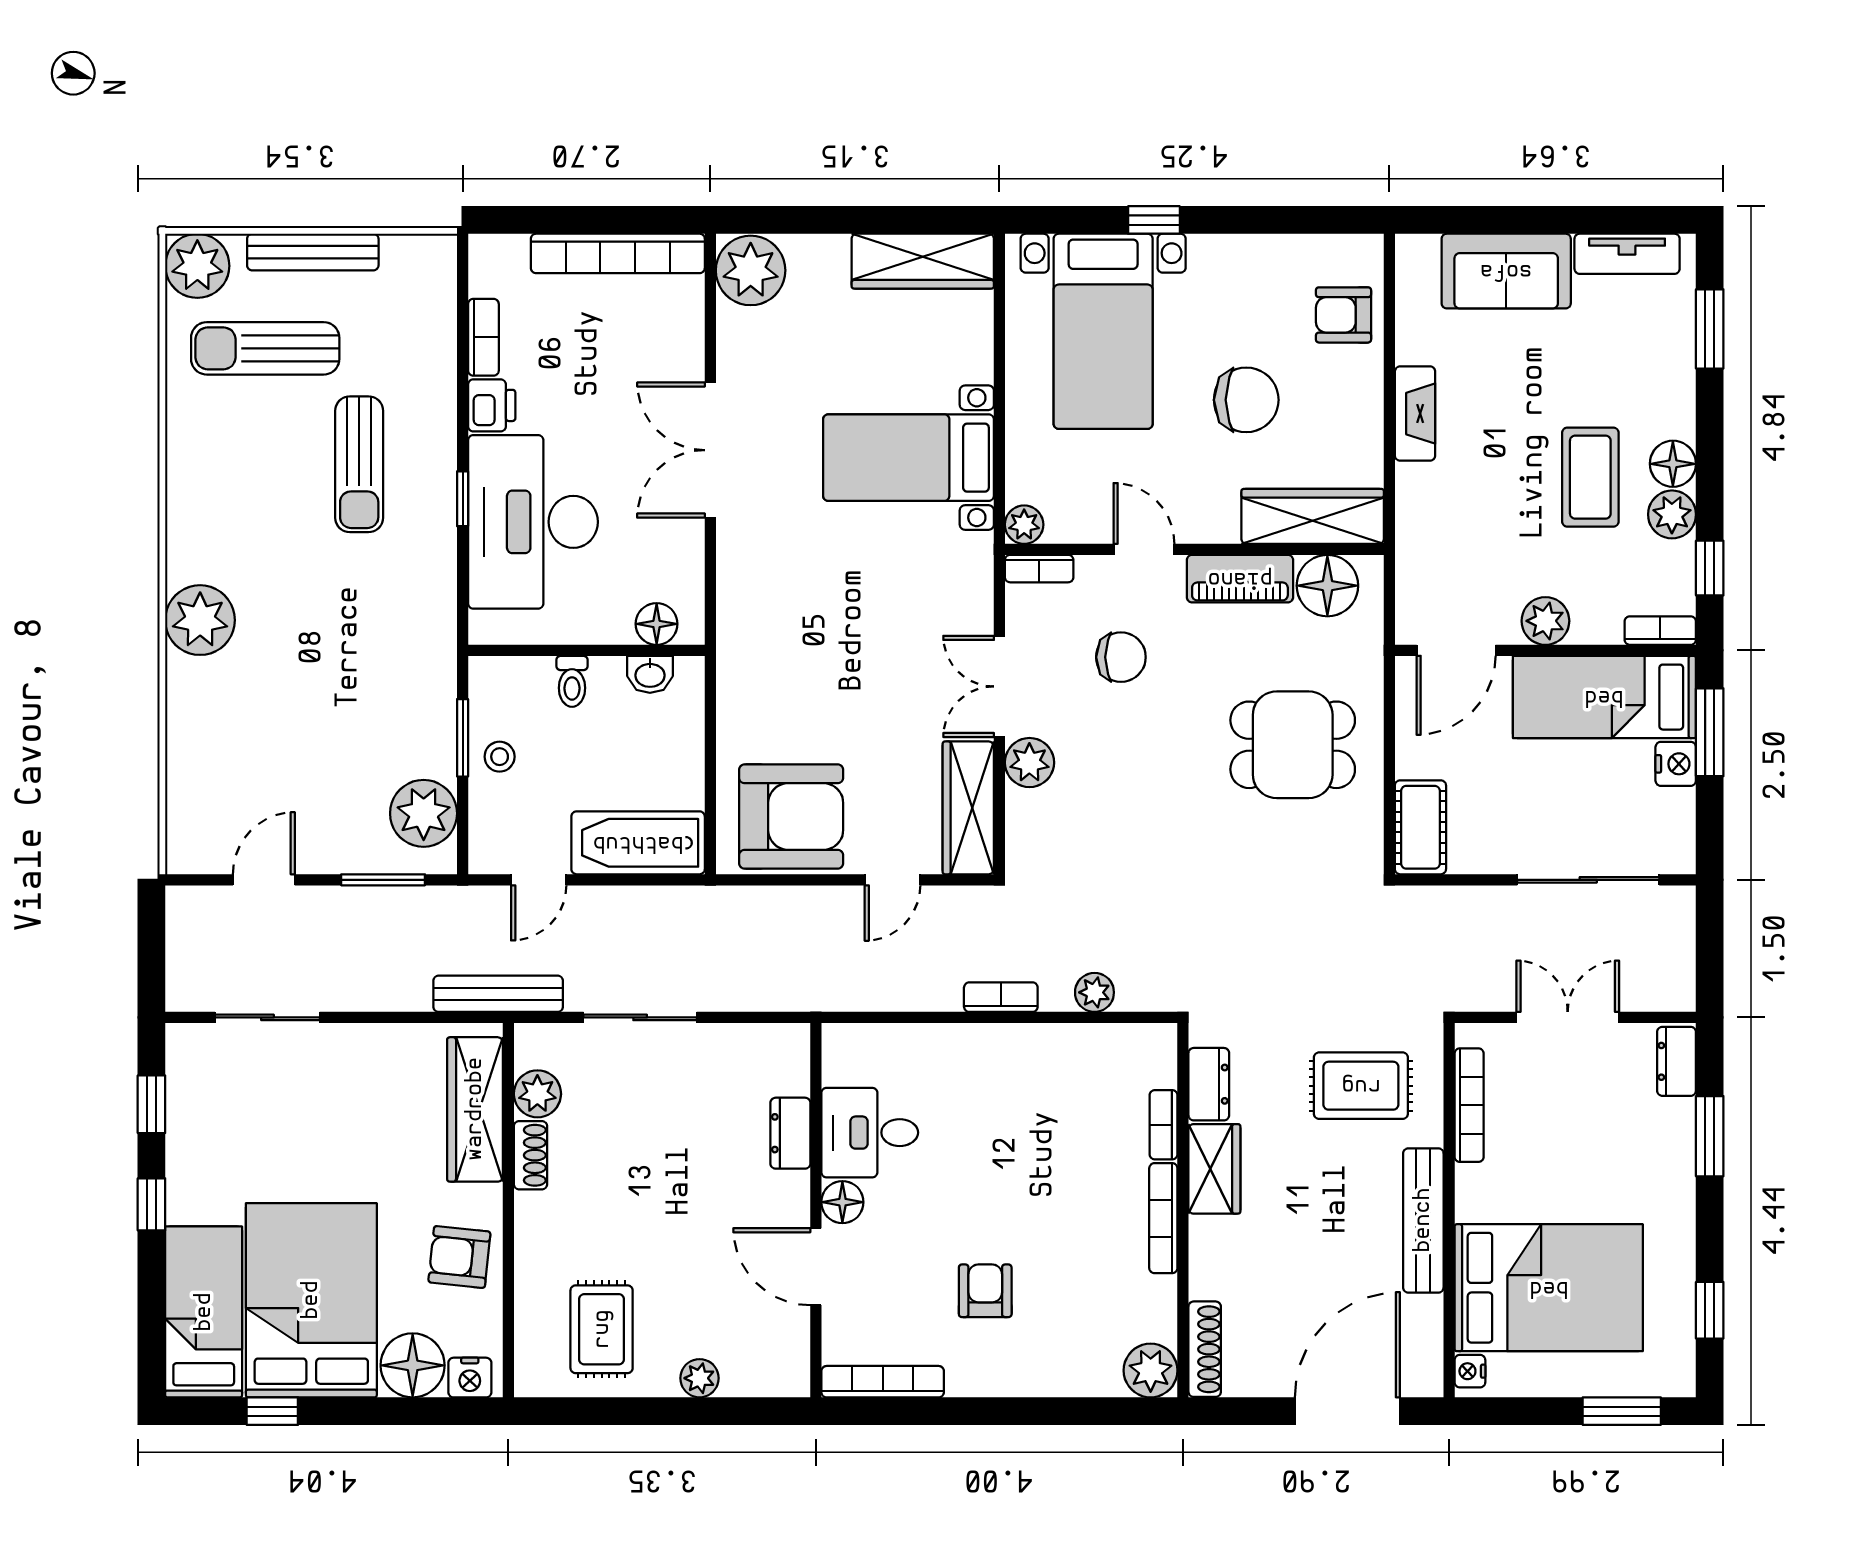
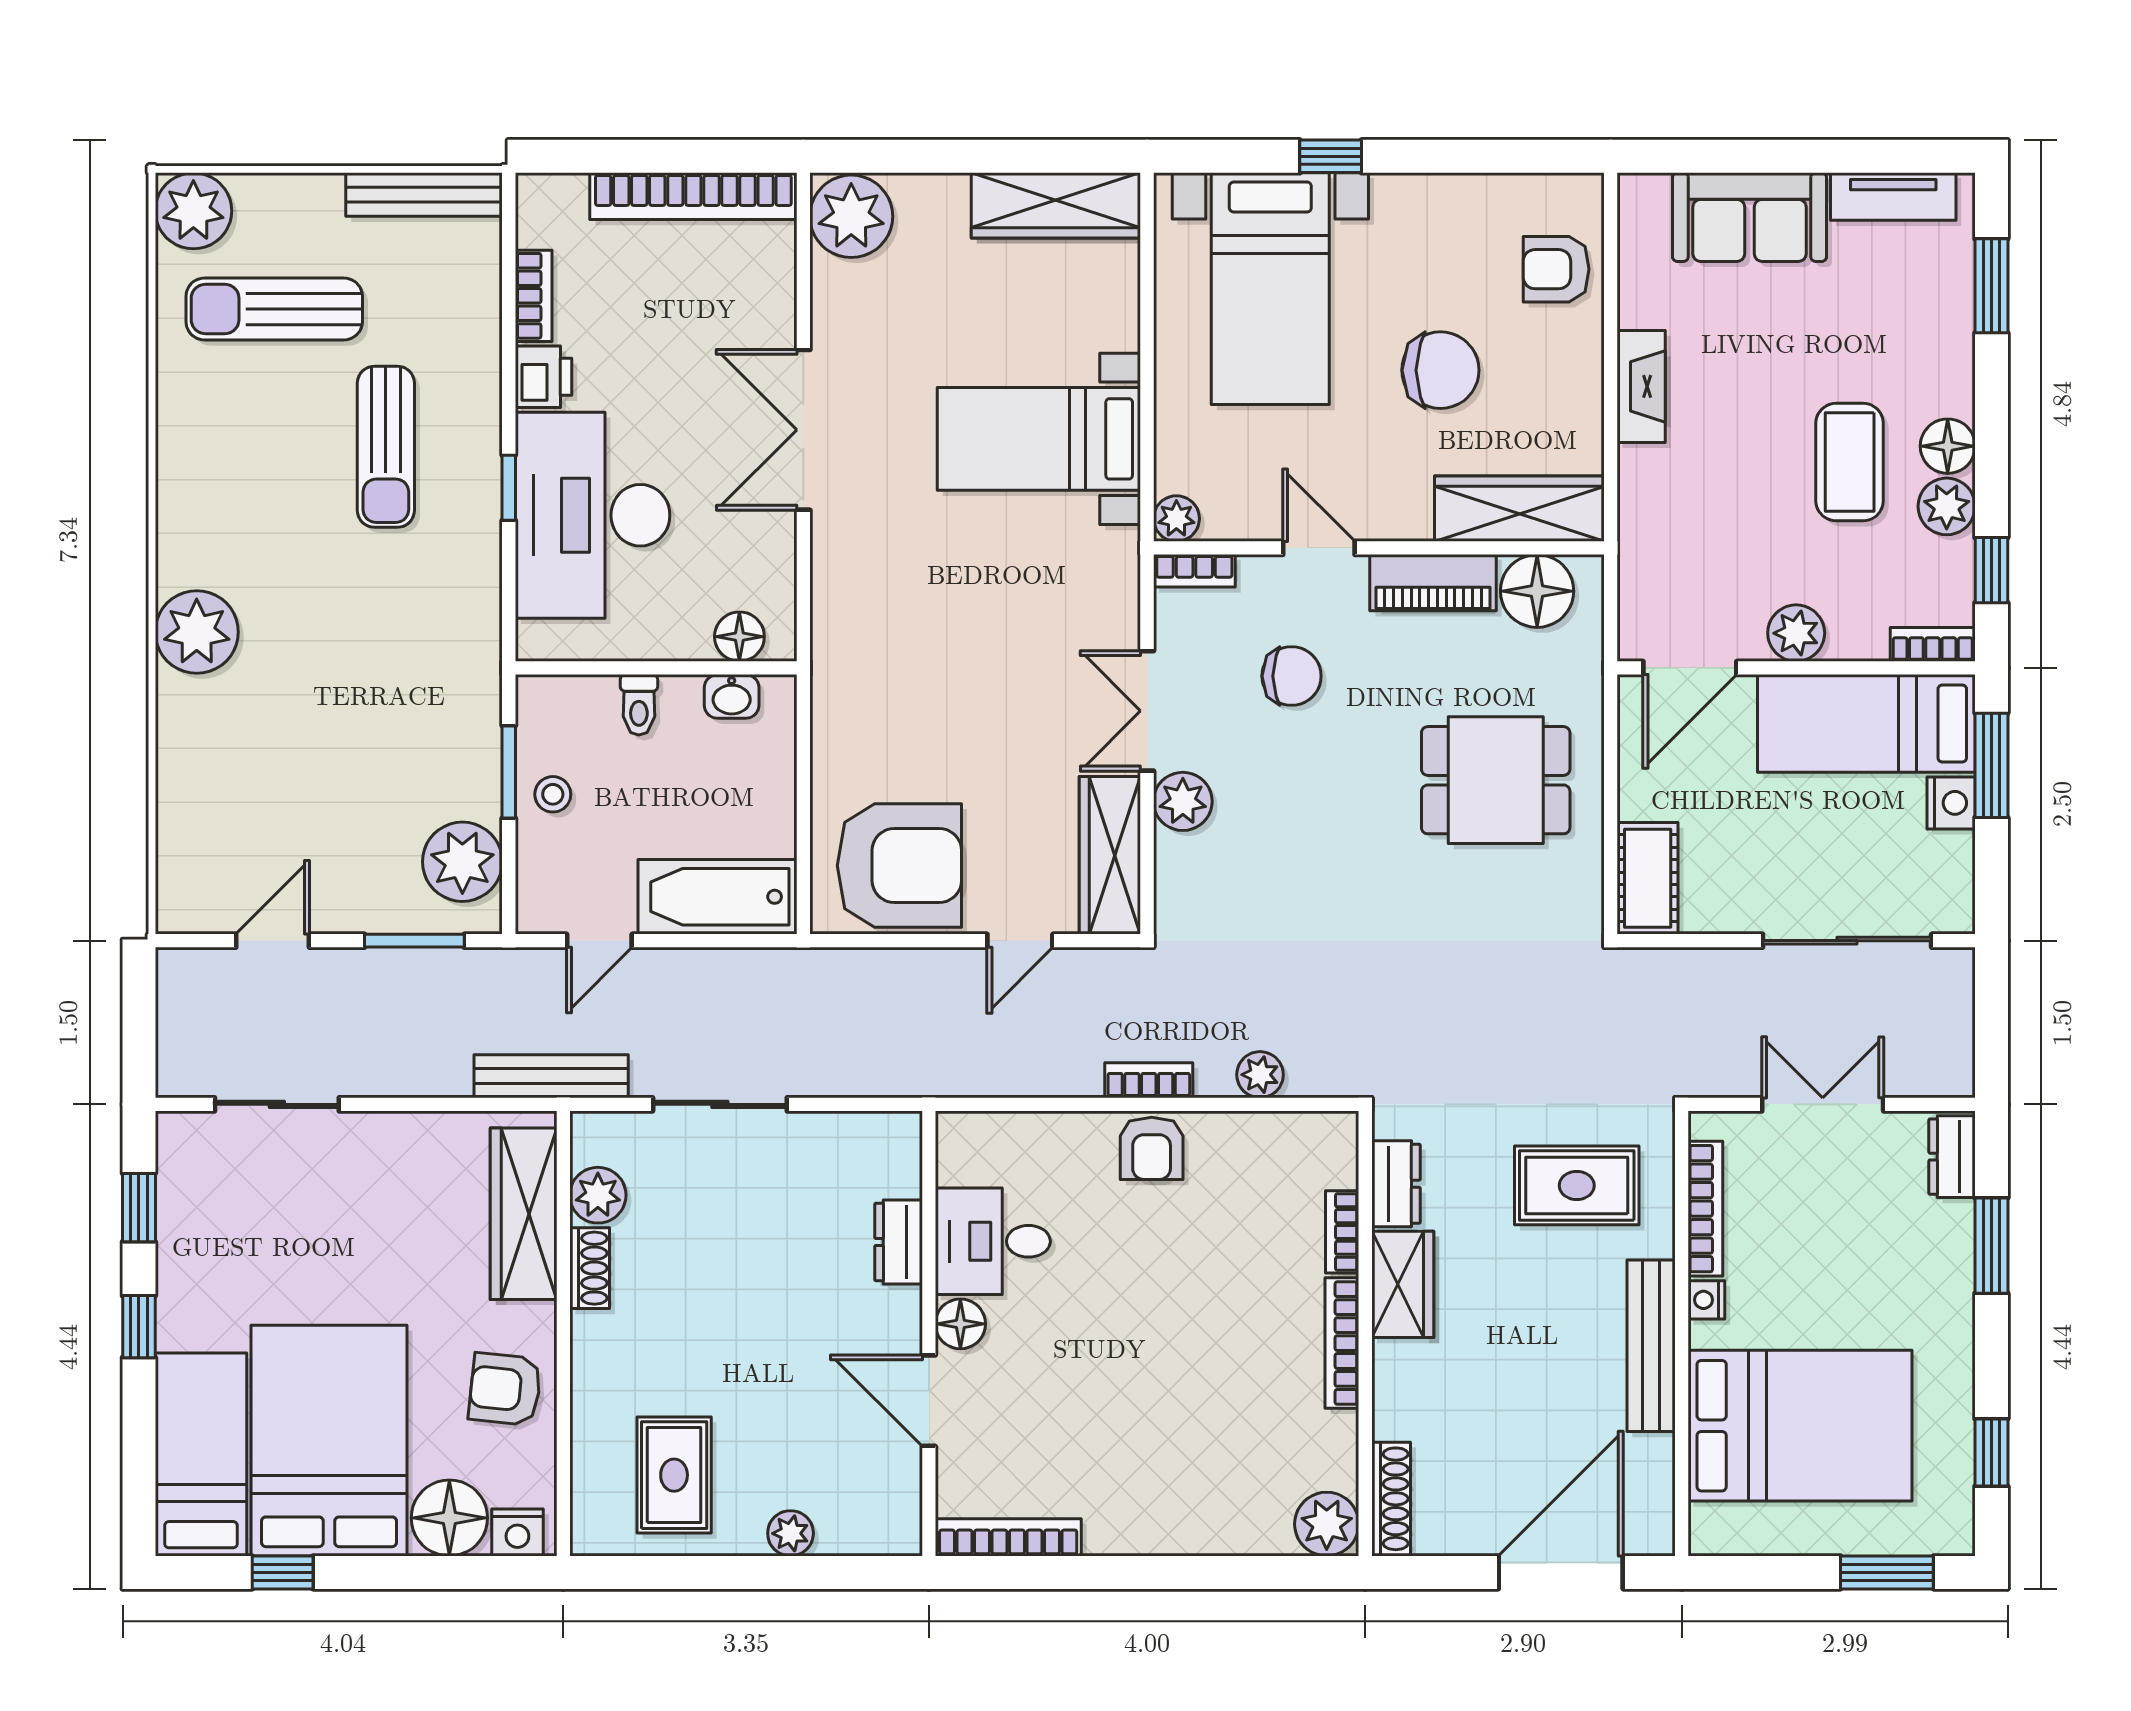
bench: (313, 252) -> (424, 195), moved
armchair: (985, 1291) -> (1152, 1148), moved, turned 180
nightstand: (1470, 1371) -> (1706, 1300), moved

